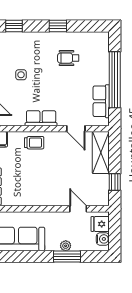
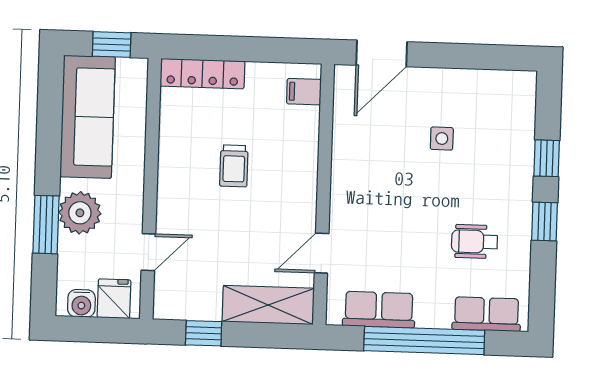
window: (14, 26) -> (547, 158), moved
wheelchair: (68, 58) -> (474, 242), turned -90
row of seats: (41, 118) -> (486, 314), moved, turned -90
trolley: (34, 143) -> (234, 166), moved
plant: (66, 246) -> (80, 213), width x1.87, depth x1.87

